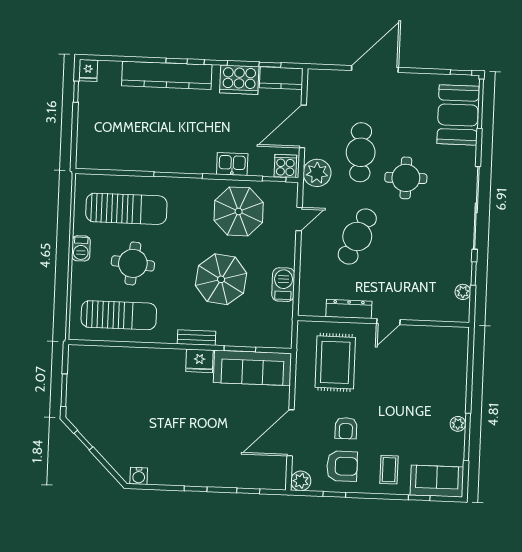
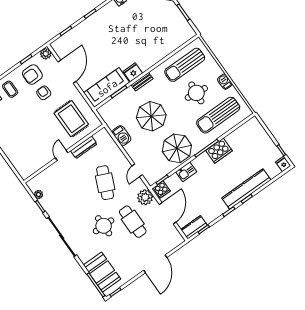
cooker: (239, 80) -> (219, 151), moved, turned 180
parasol: (239, 211) -> (177, 148), moved

